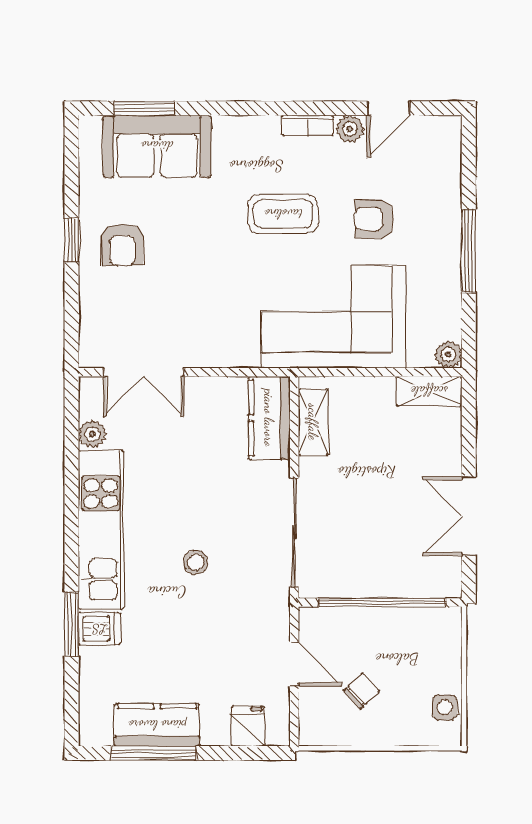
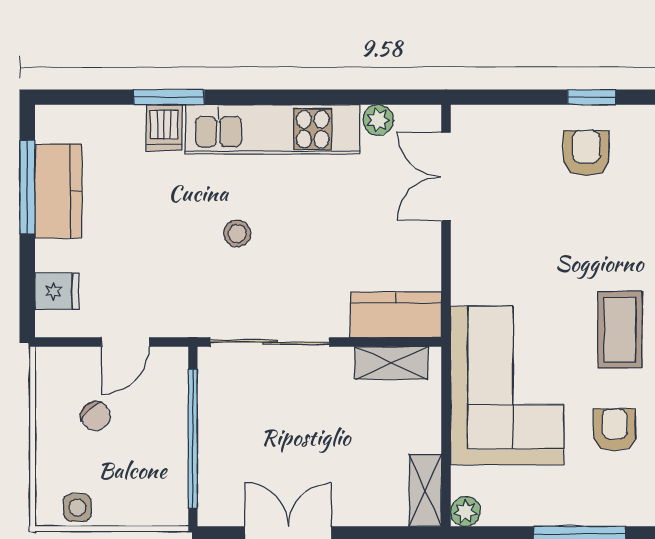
armchair: (122, 245) -> (586, 153), turned 90

